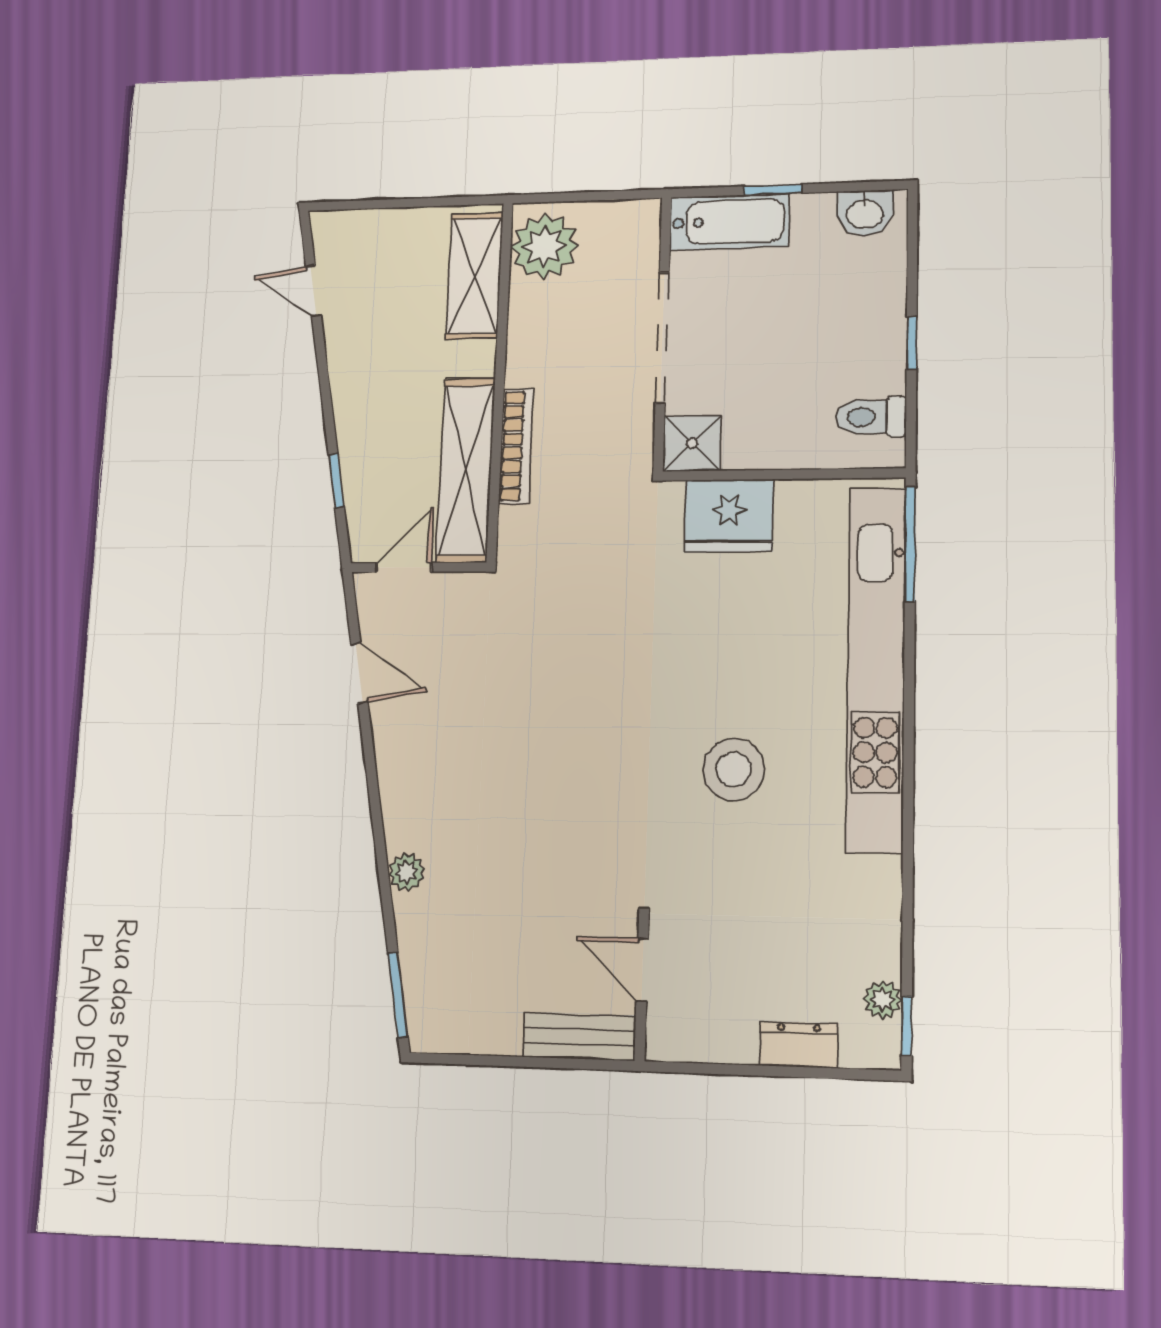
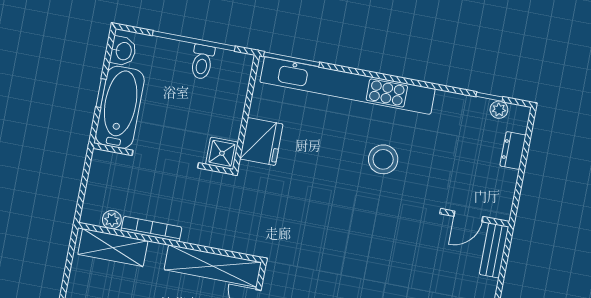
bathtub: (729, 222) -> (120, 107), width x1.36, depth x1.36
plant: (544, 247) -> (112, 220), width x0.53, depth x0.53
window: (912, 343) -> (194, 41), width x3.17
toilet: (871, 417) -> (202, 62), moved
bookcase: (516, 446) -> (151, 229), moved
window: (907, 1026) -> (489, 97), moved

